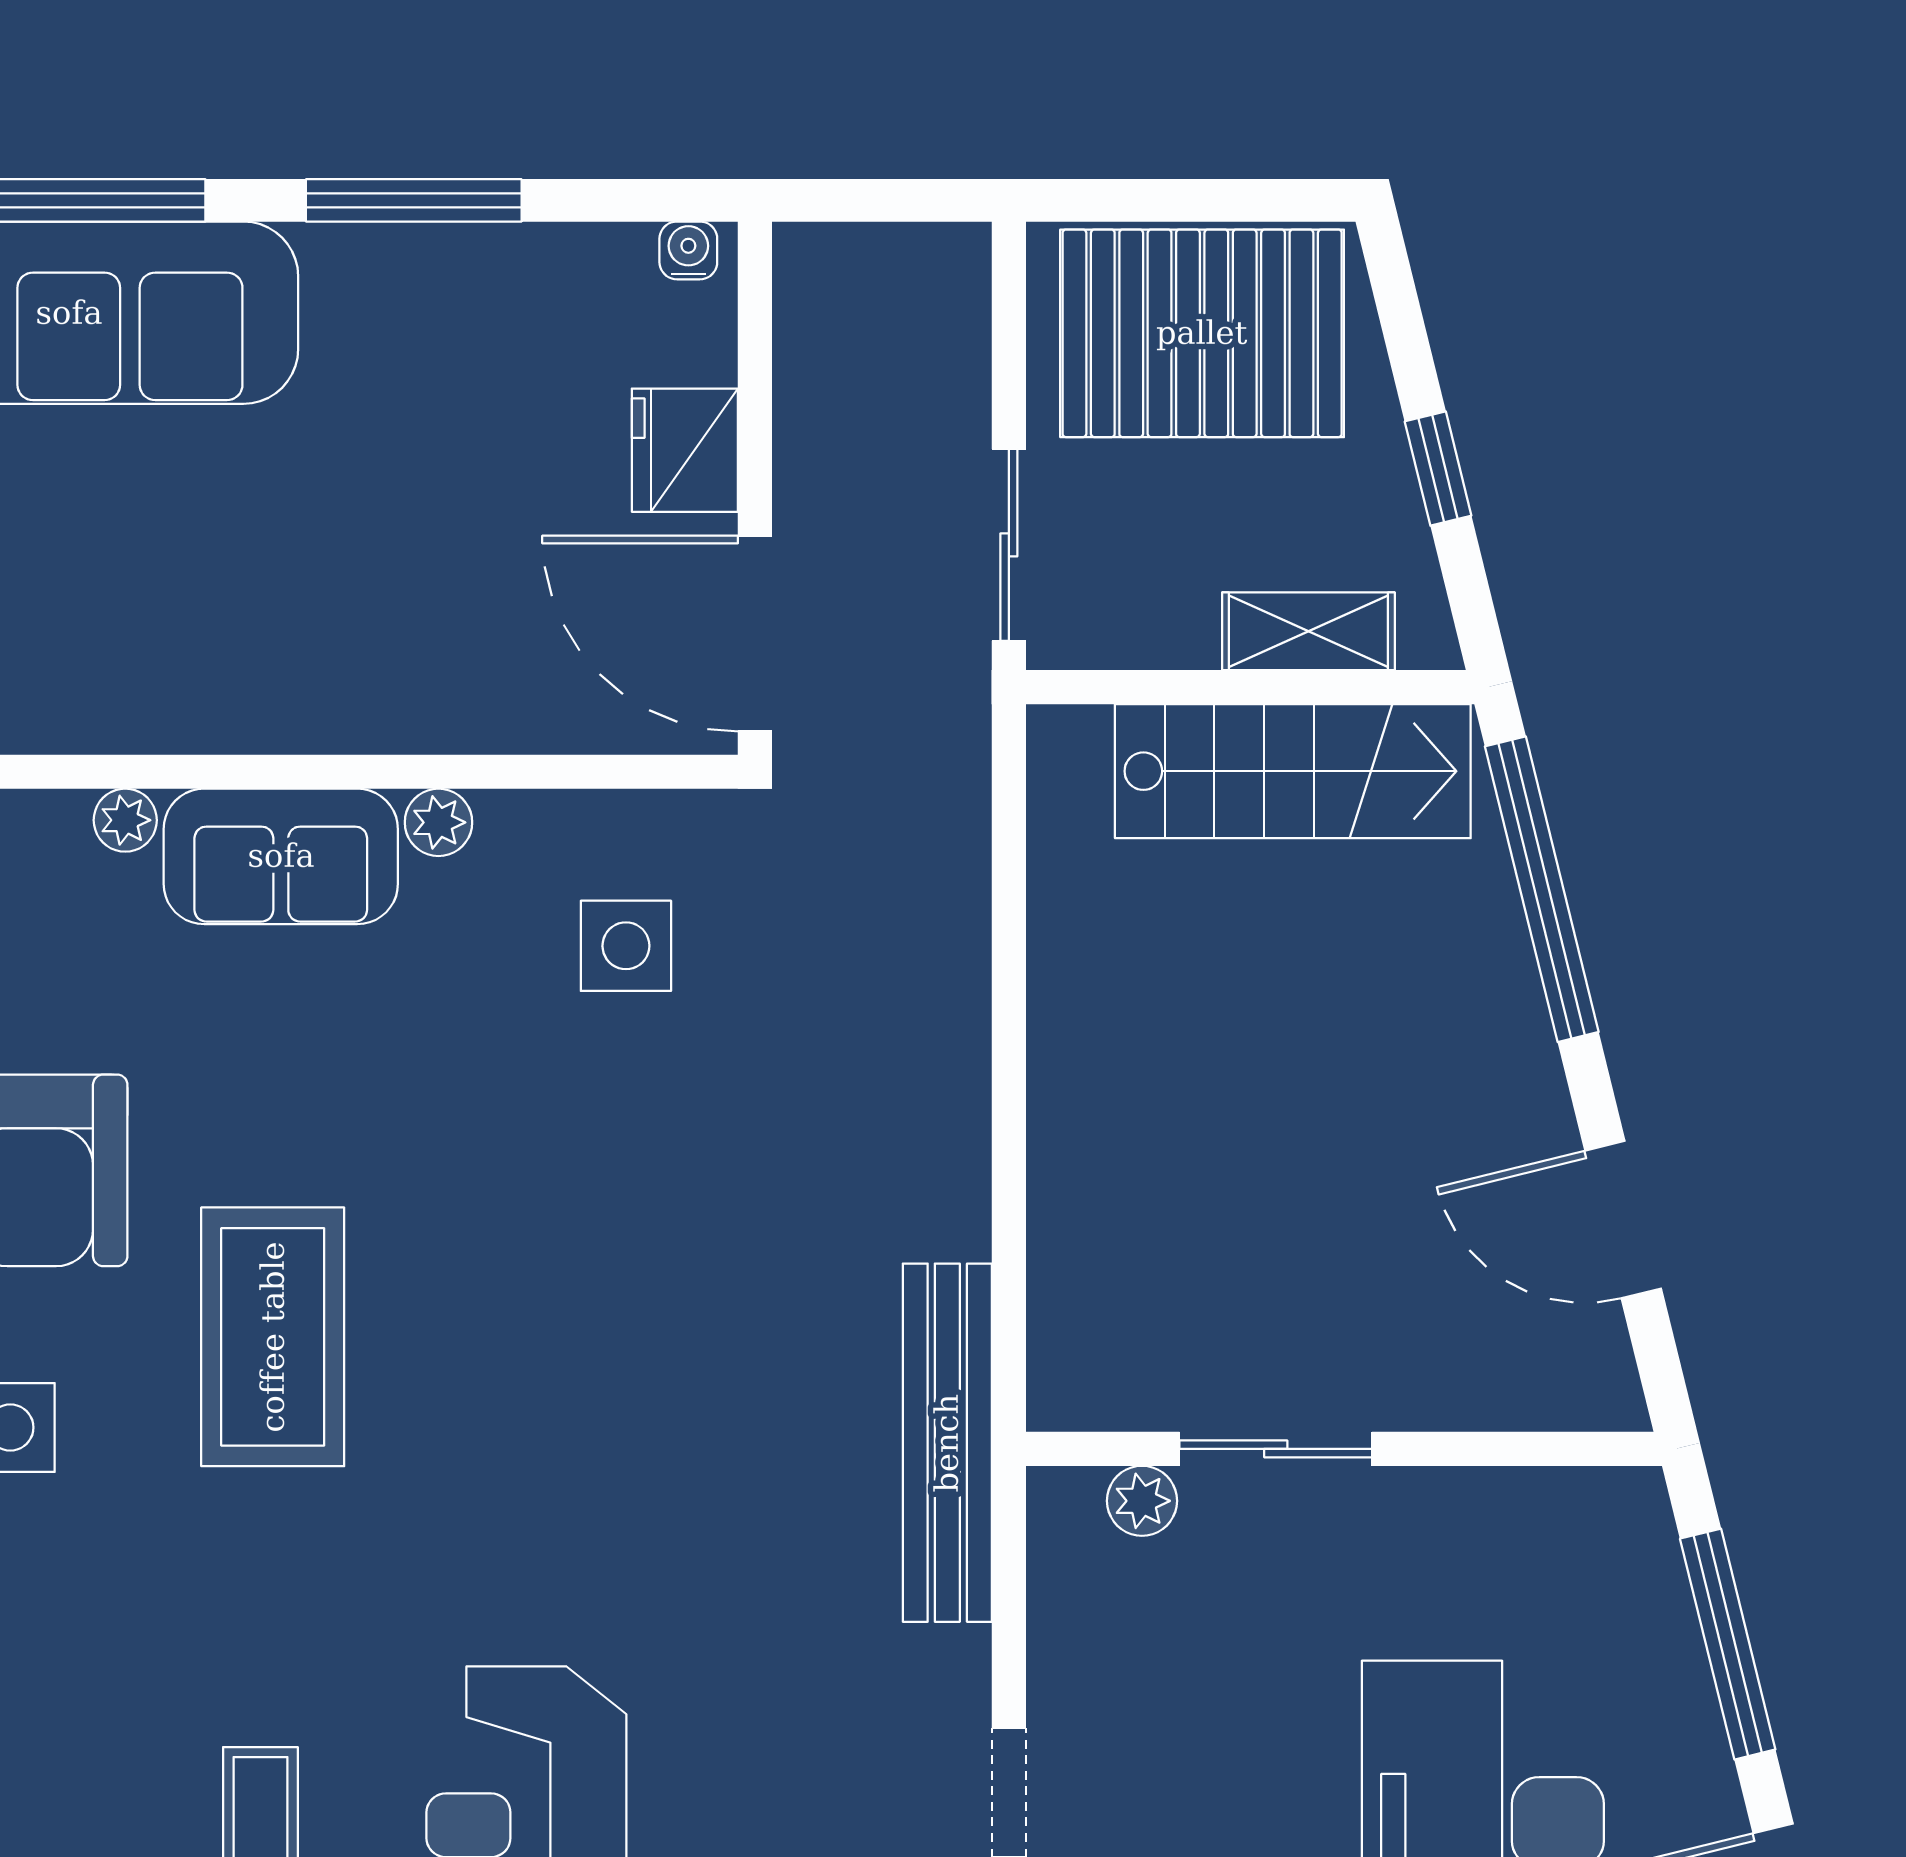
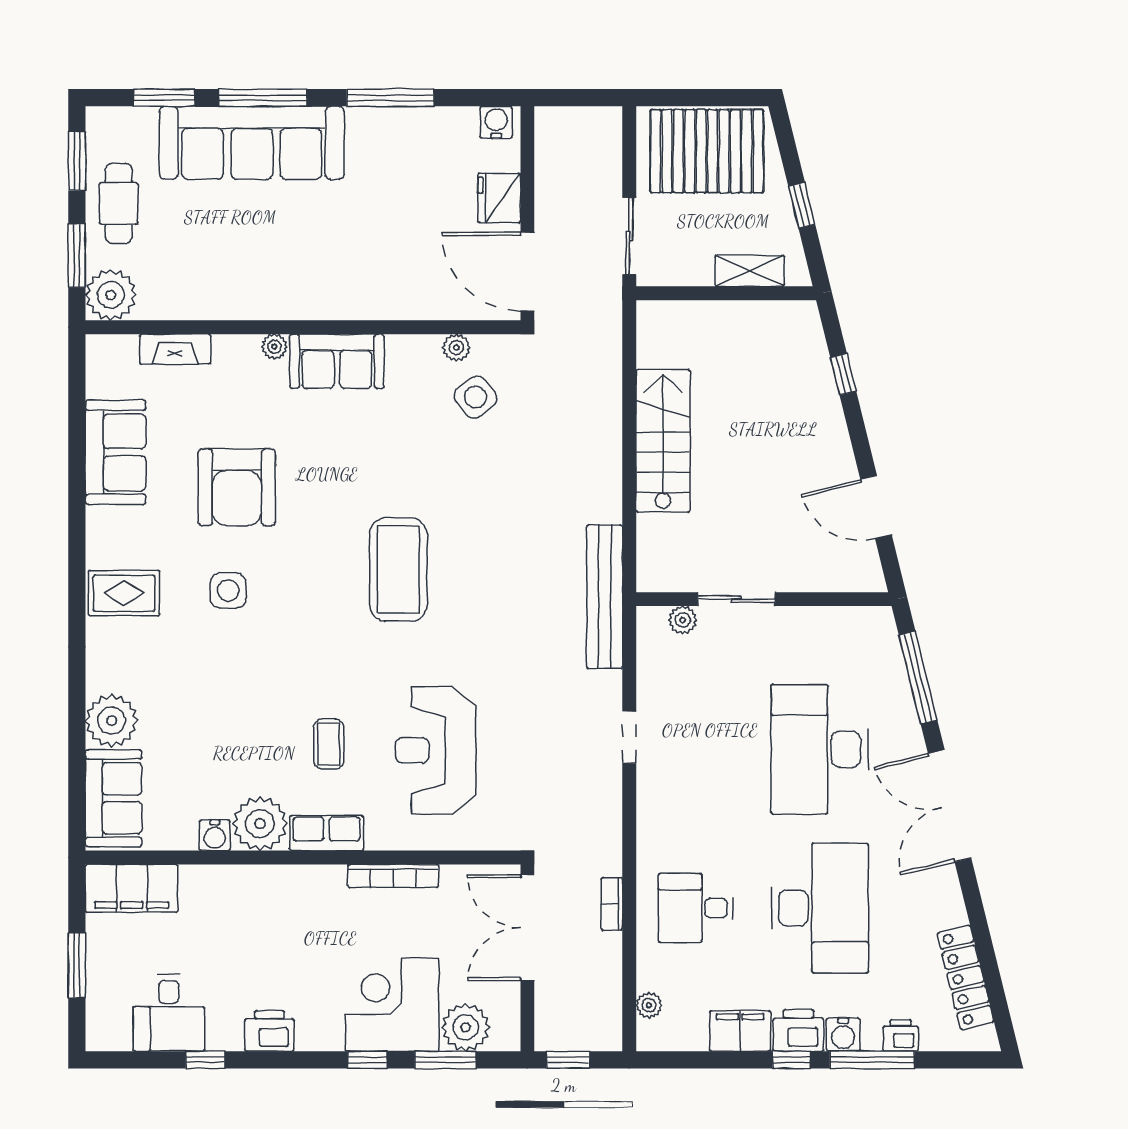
water cooler: (688, 250) -> (496, 122), width x1.38, depth x1.38
stairs: (1293, 771) -> (663, 441), moved, turned -90
plant: (438, 822) -> (456, 348), moved
window: (1542, 889) -> (843, 374), width x0.32
side table: (626, 946) -> (476, 397), turned -38
coffee table: (273, 1337) -> (398, 569), moved

